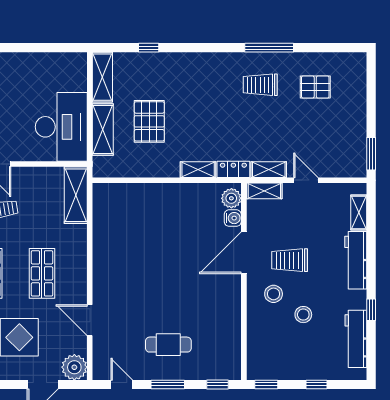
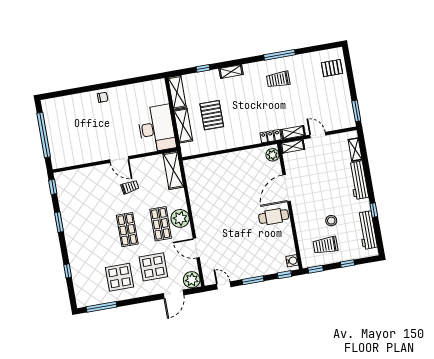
pallet: (315, 87) -> (332, 68), moved
shelving: (198, 170) -> (231, 72), moved
water cooler: (233, 218) -> (292, 261), moved
trolley: (290, 260) -> (325, 245), moved
plant: (73, 270) -> (180, 218), added
stool: (274, 294) -> (310, 211), removed
cafe table: (168, 345) -> (274, 217), moved

